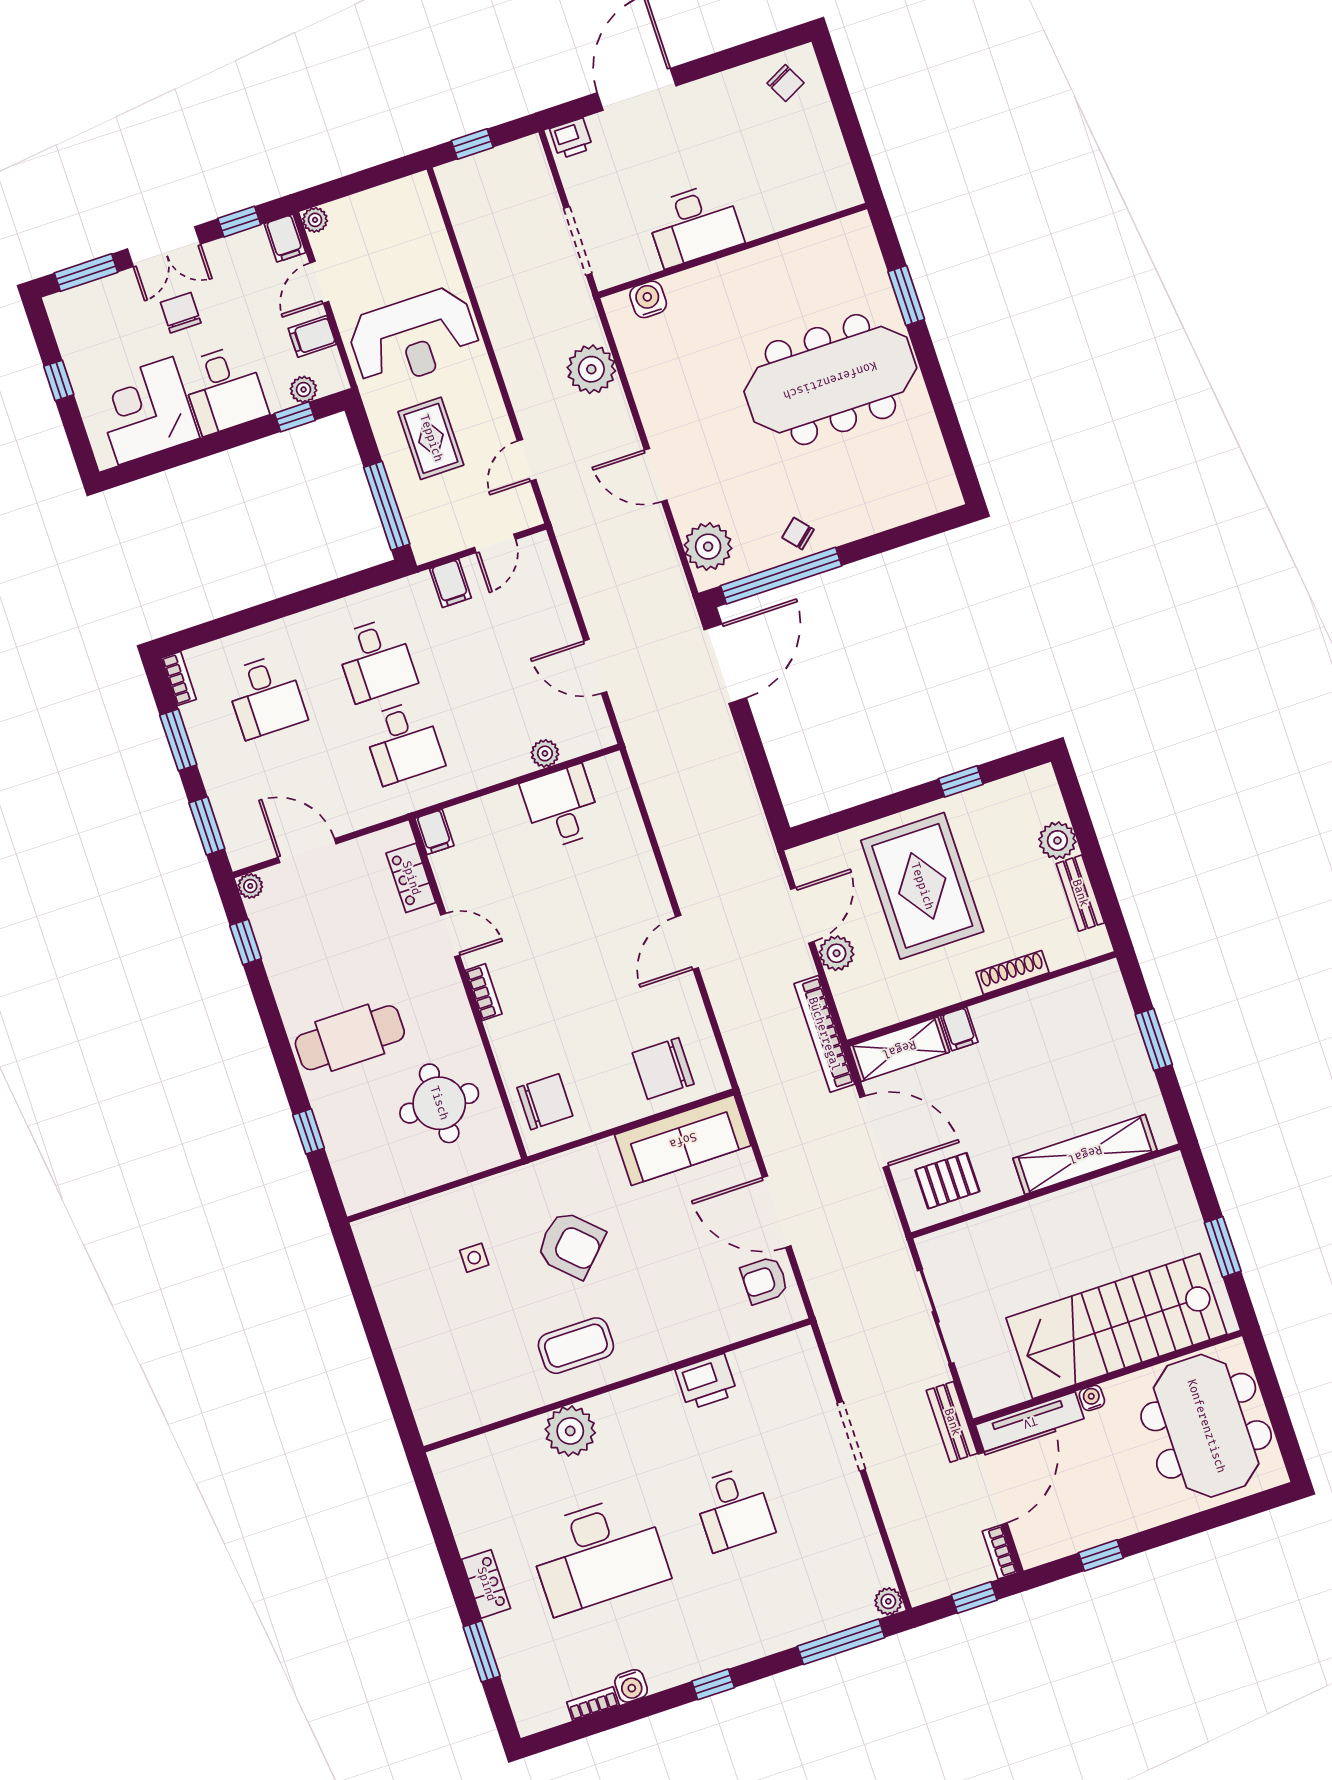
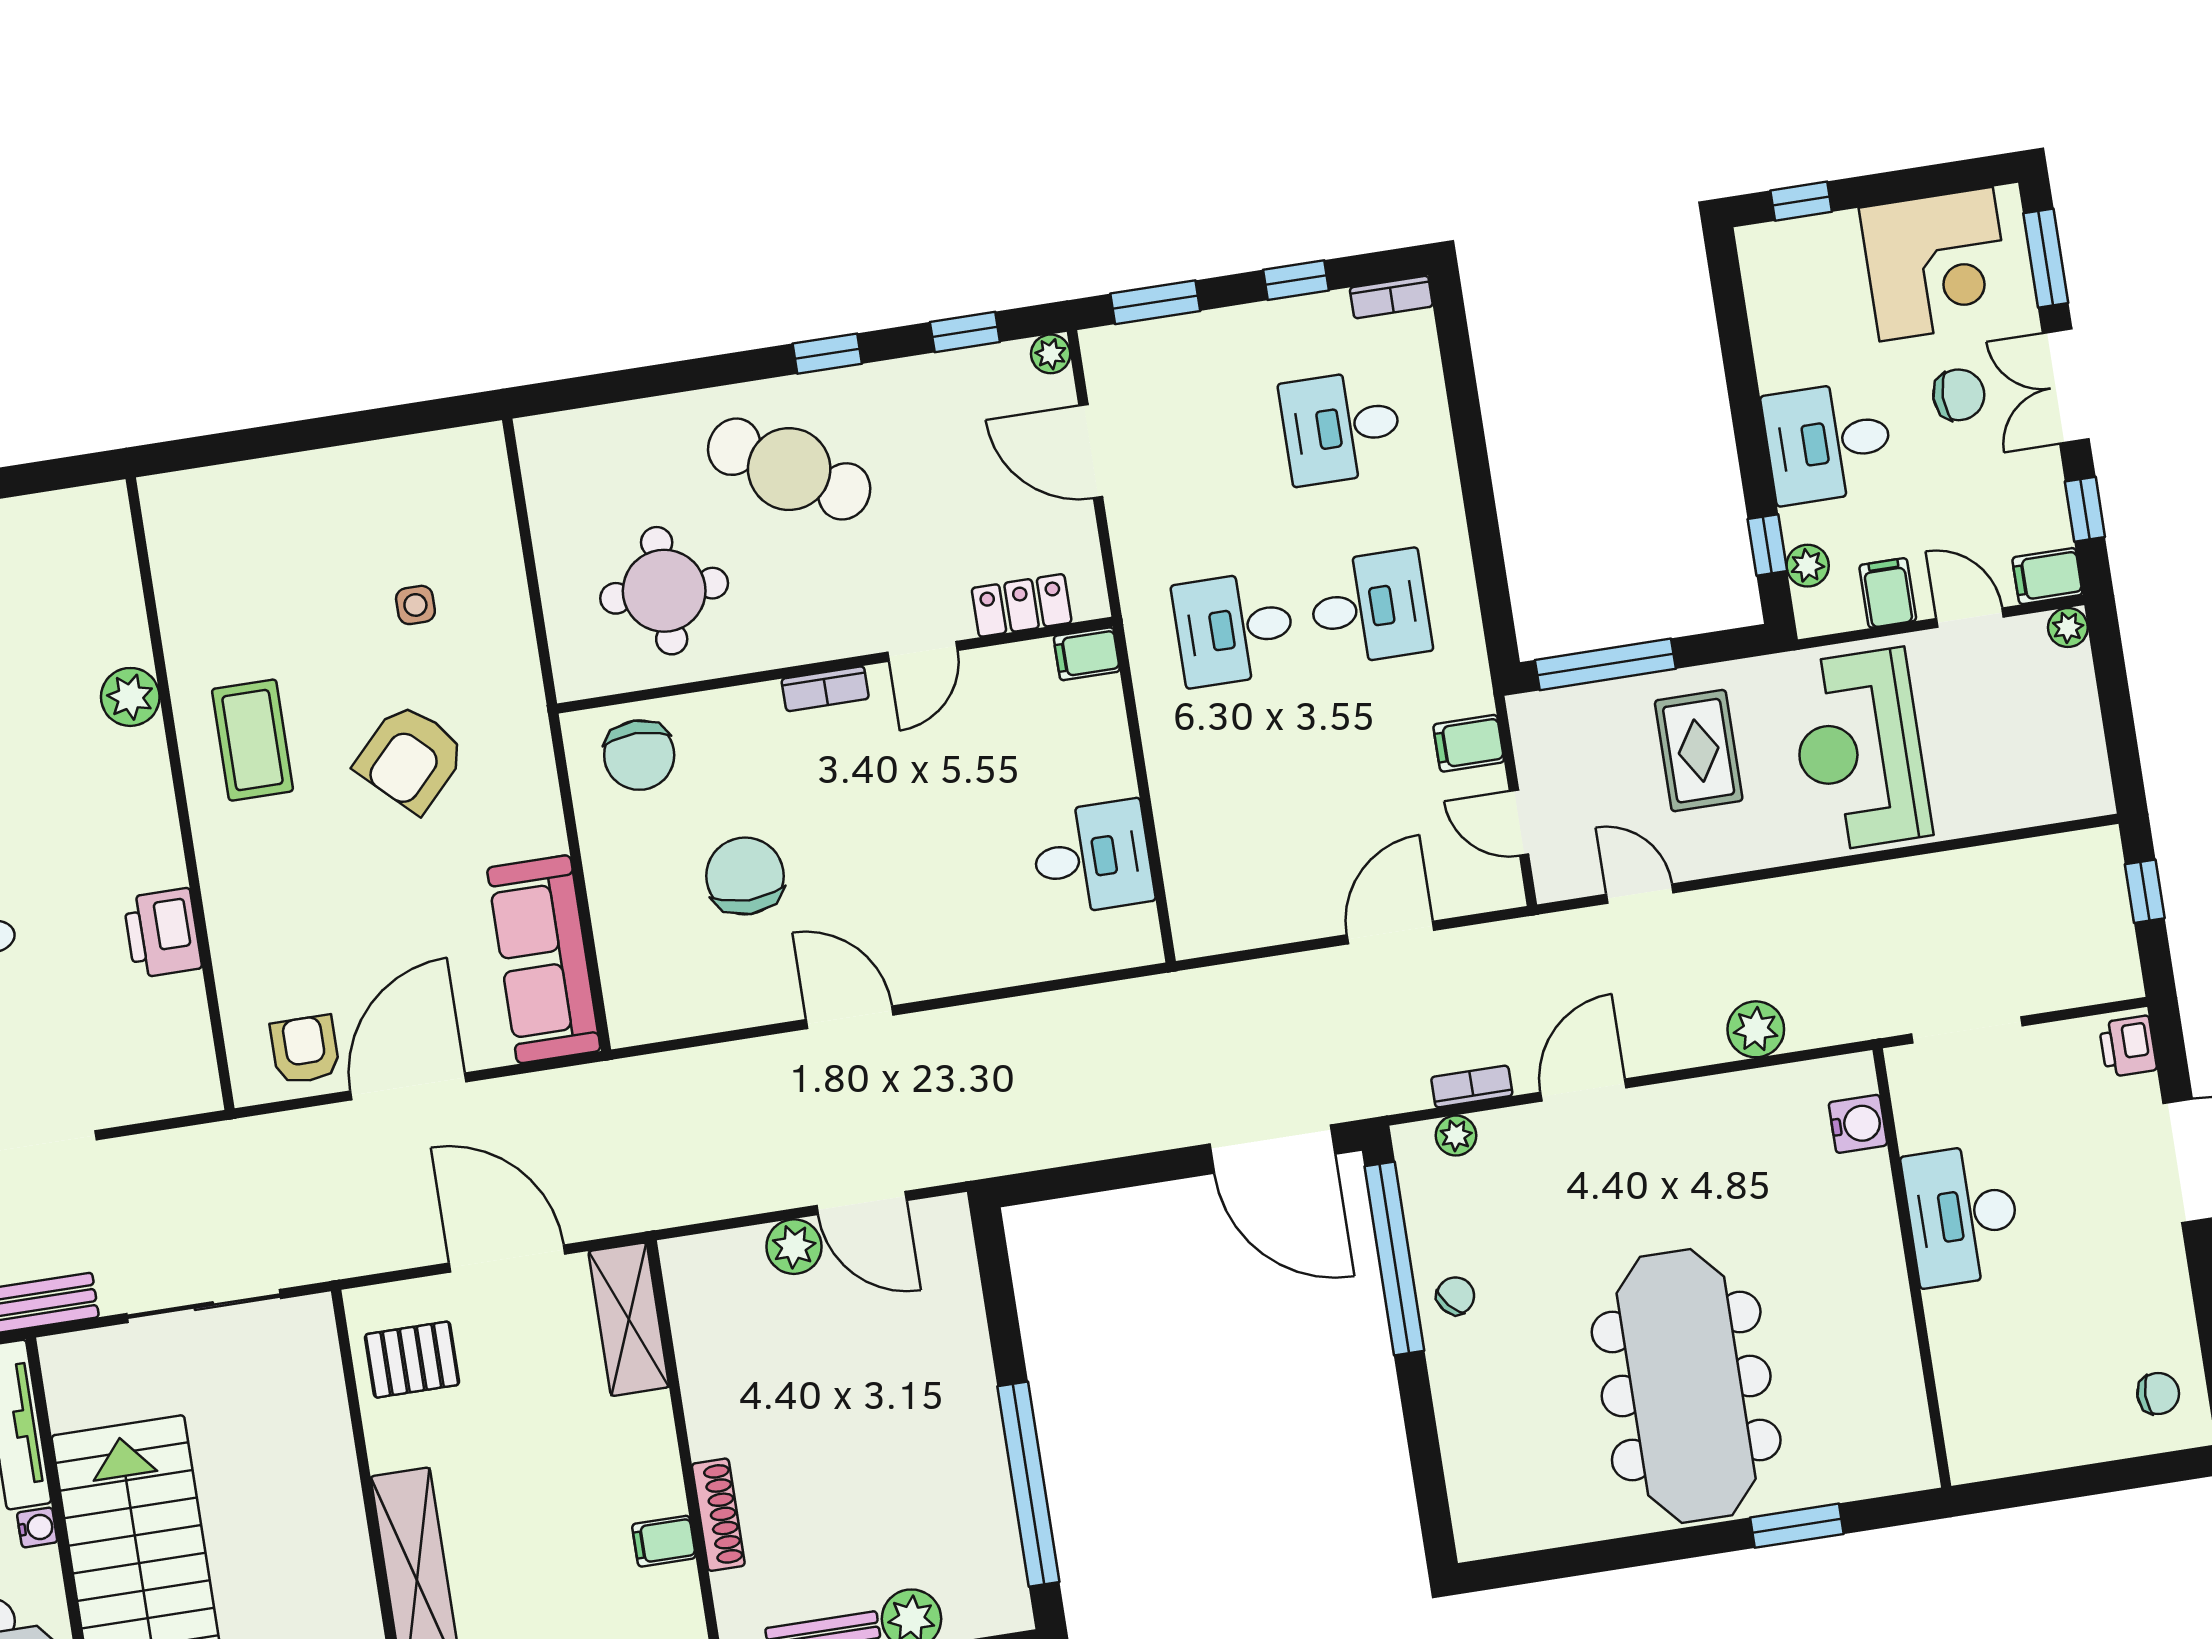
chair: (786, 83) -> (2158, 1394), turned -153
plant: (591, 369) -> (1756, 1029), width x0.73, depth x0.73
window: (59, 380) -> (1801, 201), moved
corner desk: (146, 411) -> (1936, 264), moved, turned 90
rug: (431, 438) -> (1699, 751), turned 90
plant: (708, 547) -> (1456, 1135), width x0.53, depth x0.53
desk: (376, 660) -> (1369, 607), turned 180
door: (595, 666) -> (1391, 933), moved
window: (178, 740) -> (1296, 280), width x0.67
plant: (545, 753) -> (1180, 846), removed
window: (961, 781) -> (1028, 1484), width x3.17
door: (307, 851) -> (1091, 451), swing flipped
rug: (922, 886) -> (876, 1397), removed
filing cabinet: (959, 1029) -> (664, 1541), moved
bookcase: (824, 1034) -> (1472, 1086), moved, width x0.43, depth x0.76
cafe table: (350, 1038) -> (789, 469), turned -59
chair: (663, 1069) -> (745, 876), moved
window: (309, 1131) -> (827, 354), moved
door: (874, 1132) -> (507, 1259), swing flipped
pallet: (947, 1181) -> (412, 1360), turned 90
plant: (570, 1431) -> (130, 697), width x0.73, depth x0.73

